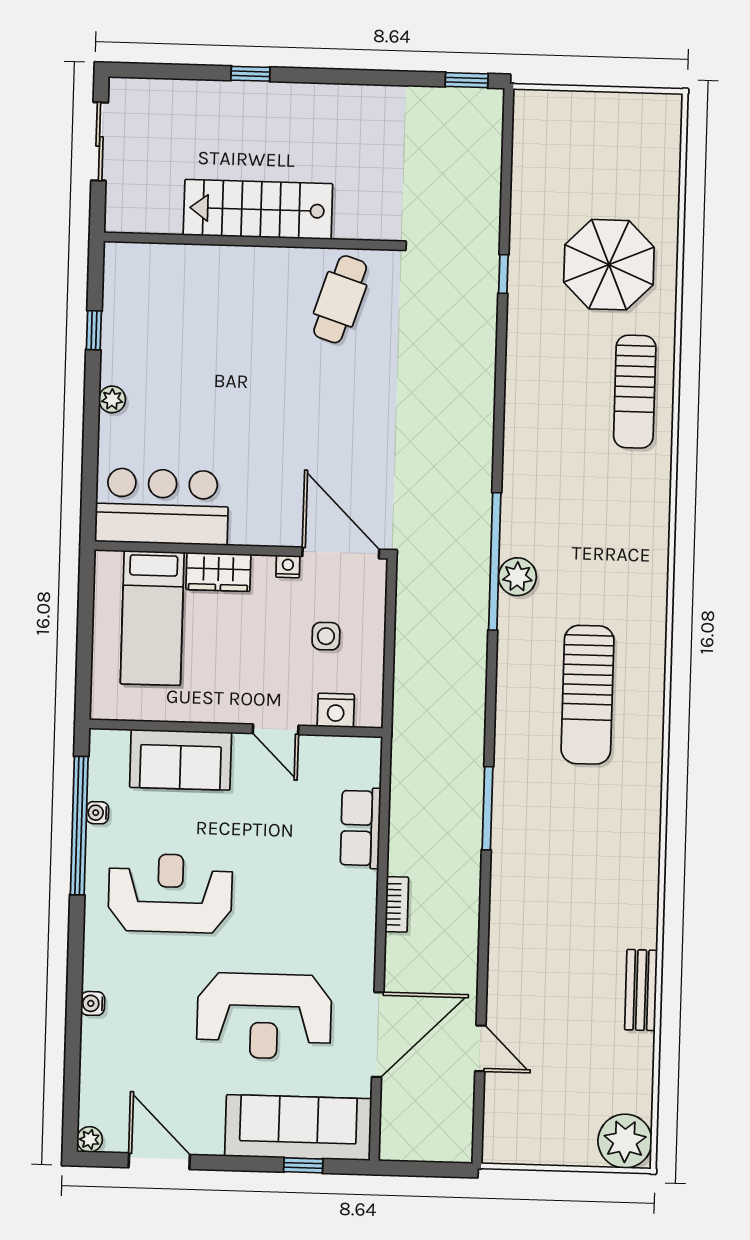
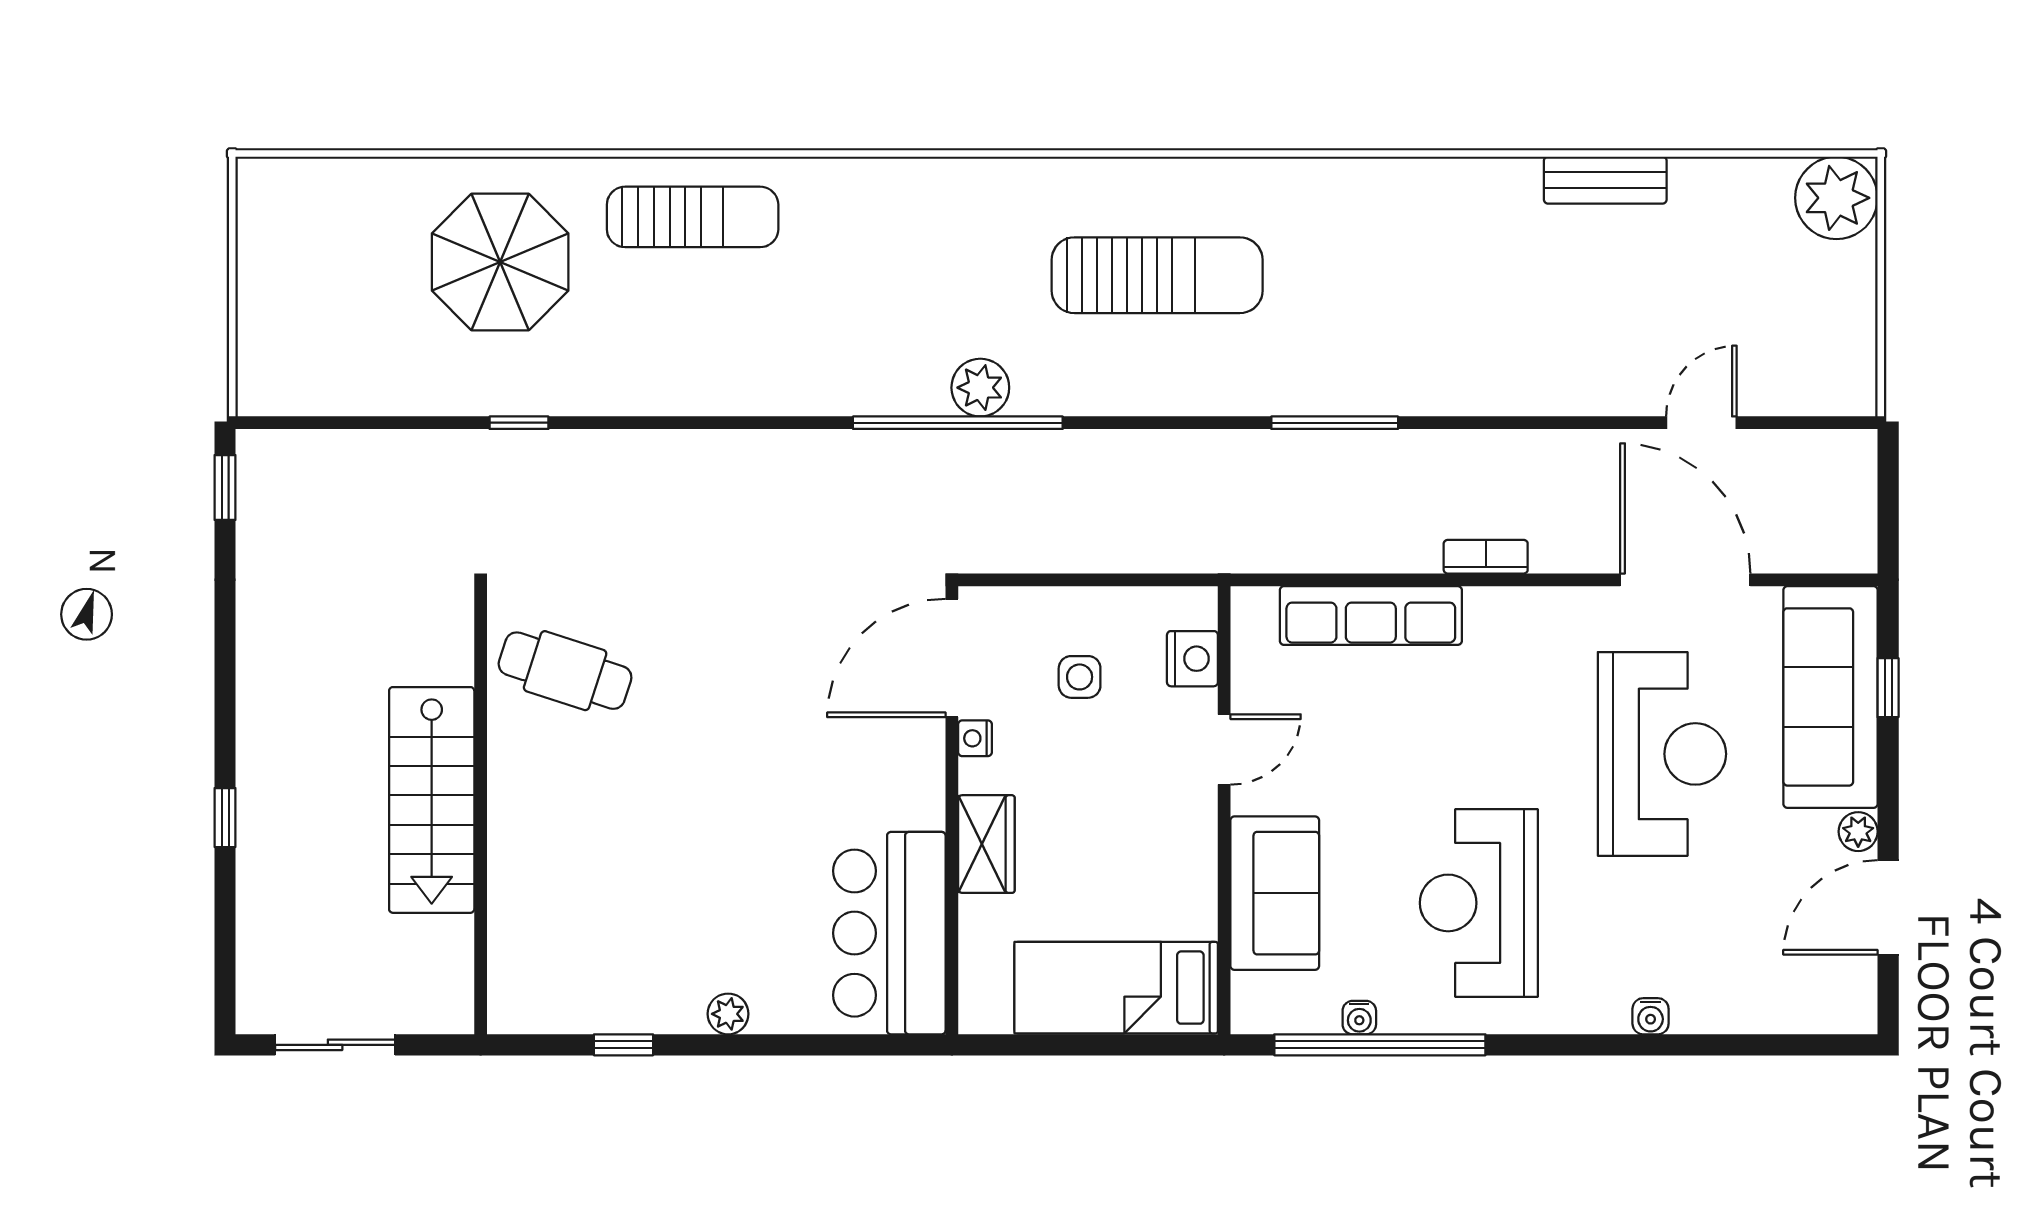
bed: (152, 618) -> (1116, 988), moved, turned 180
row of seats: (361, 828) -> (1371, 616), width x1.48
plant: (90, 1139) -> (1858, 832), moved

